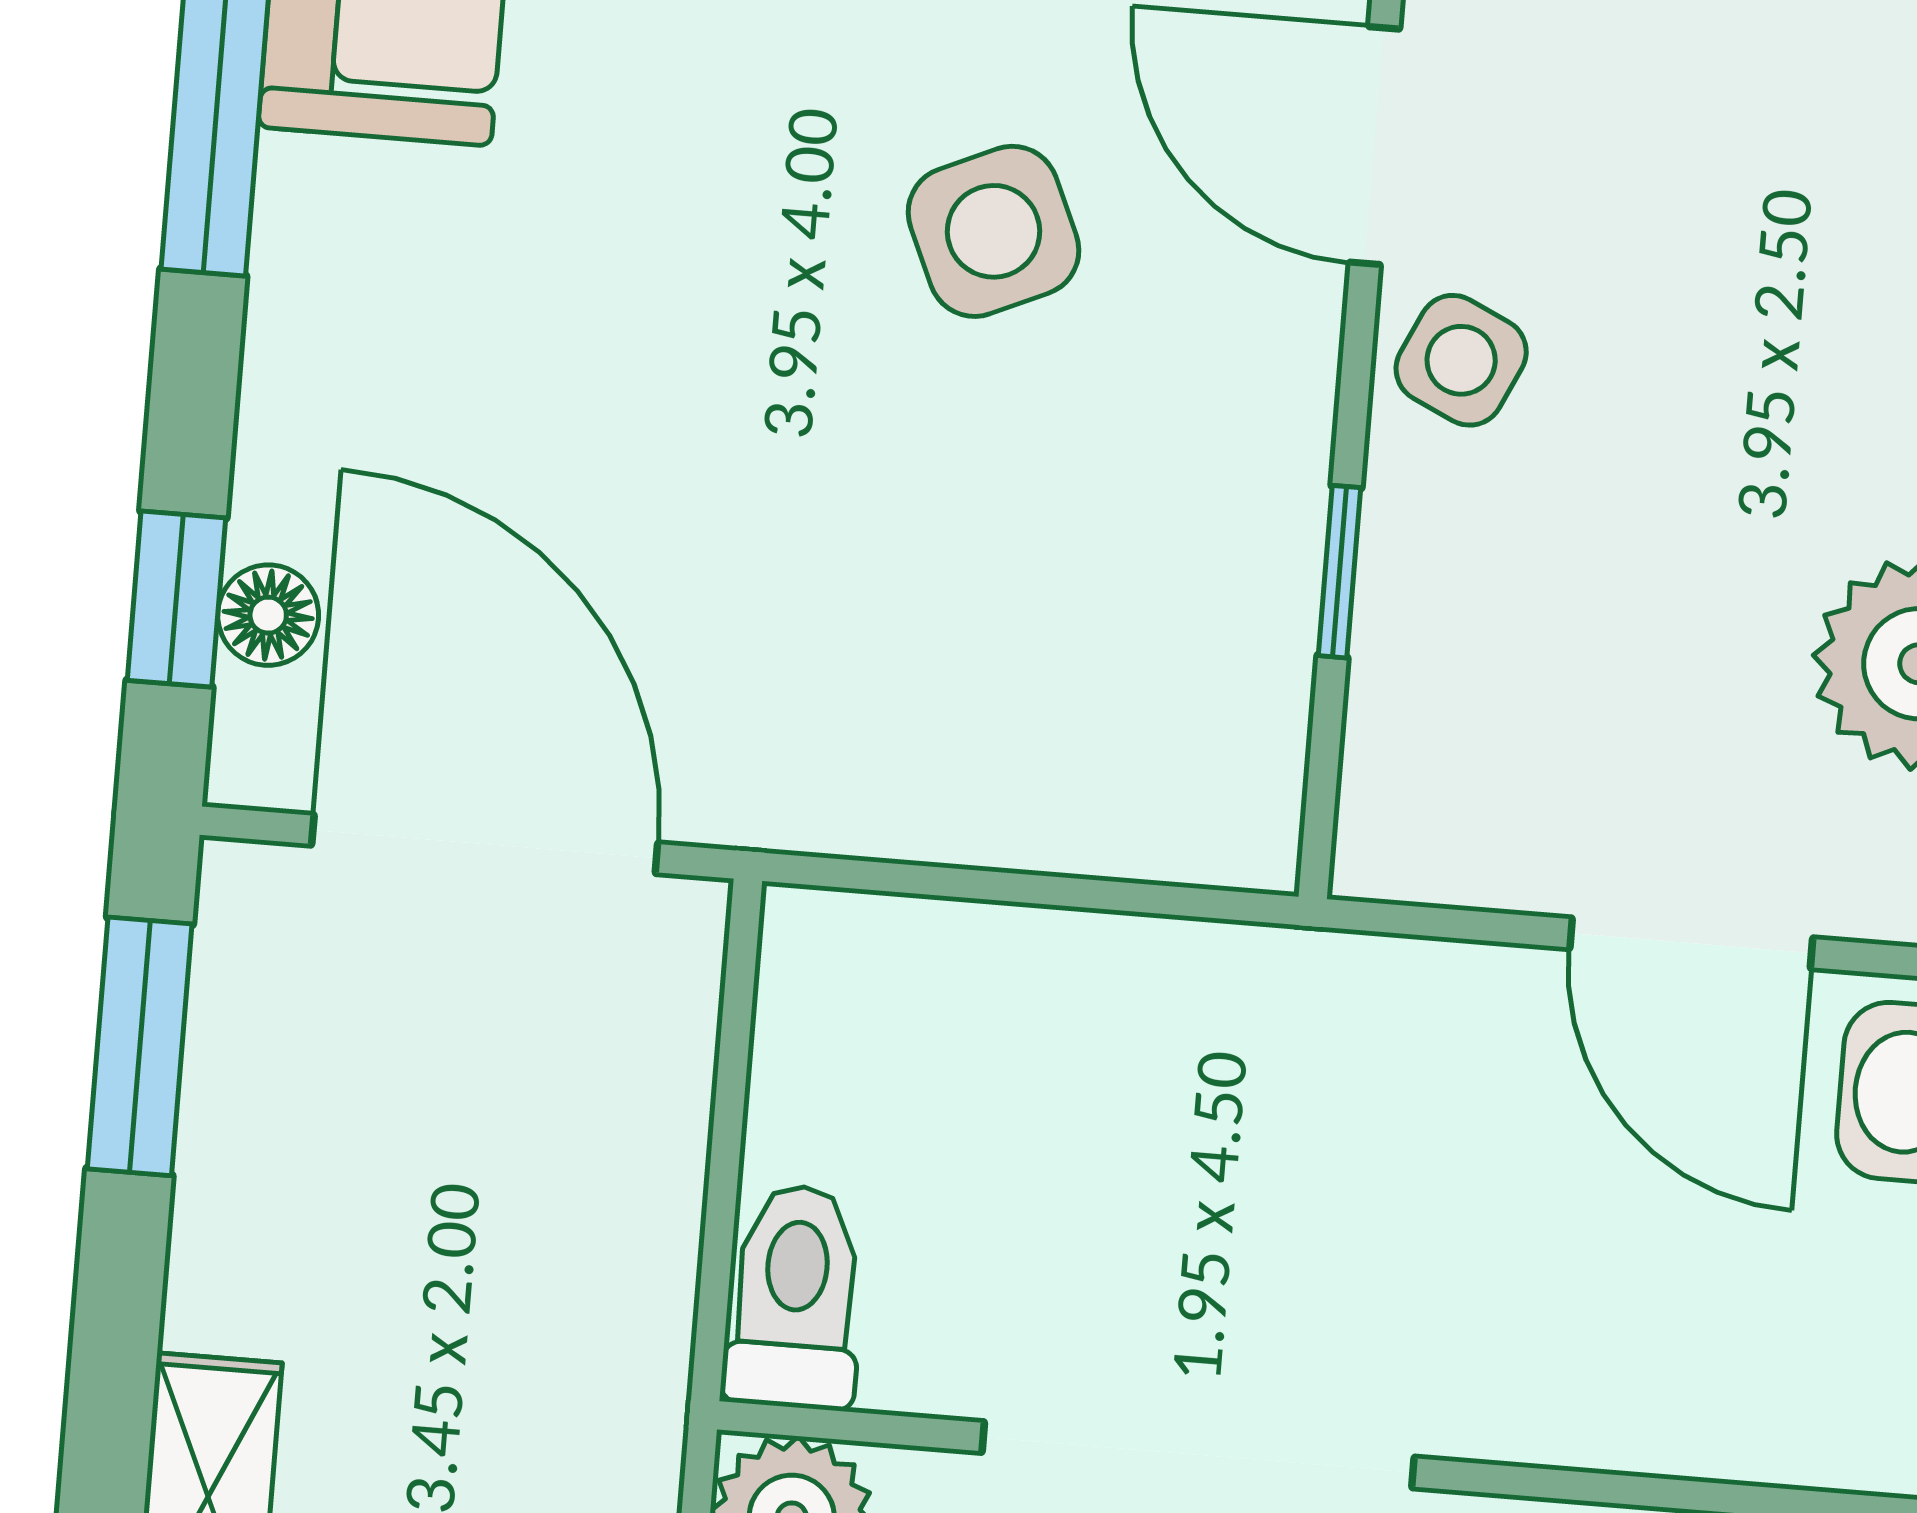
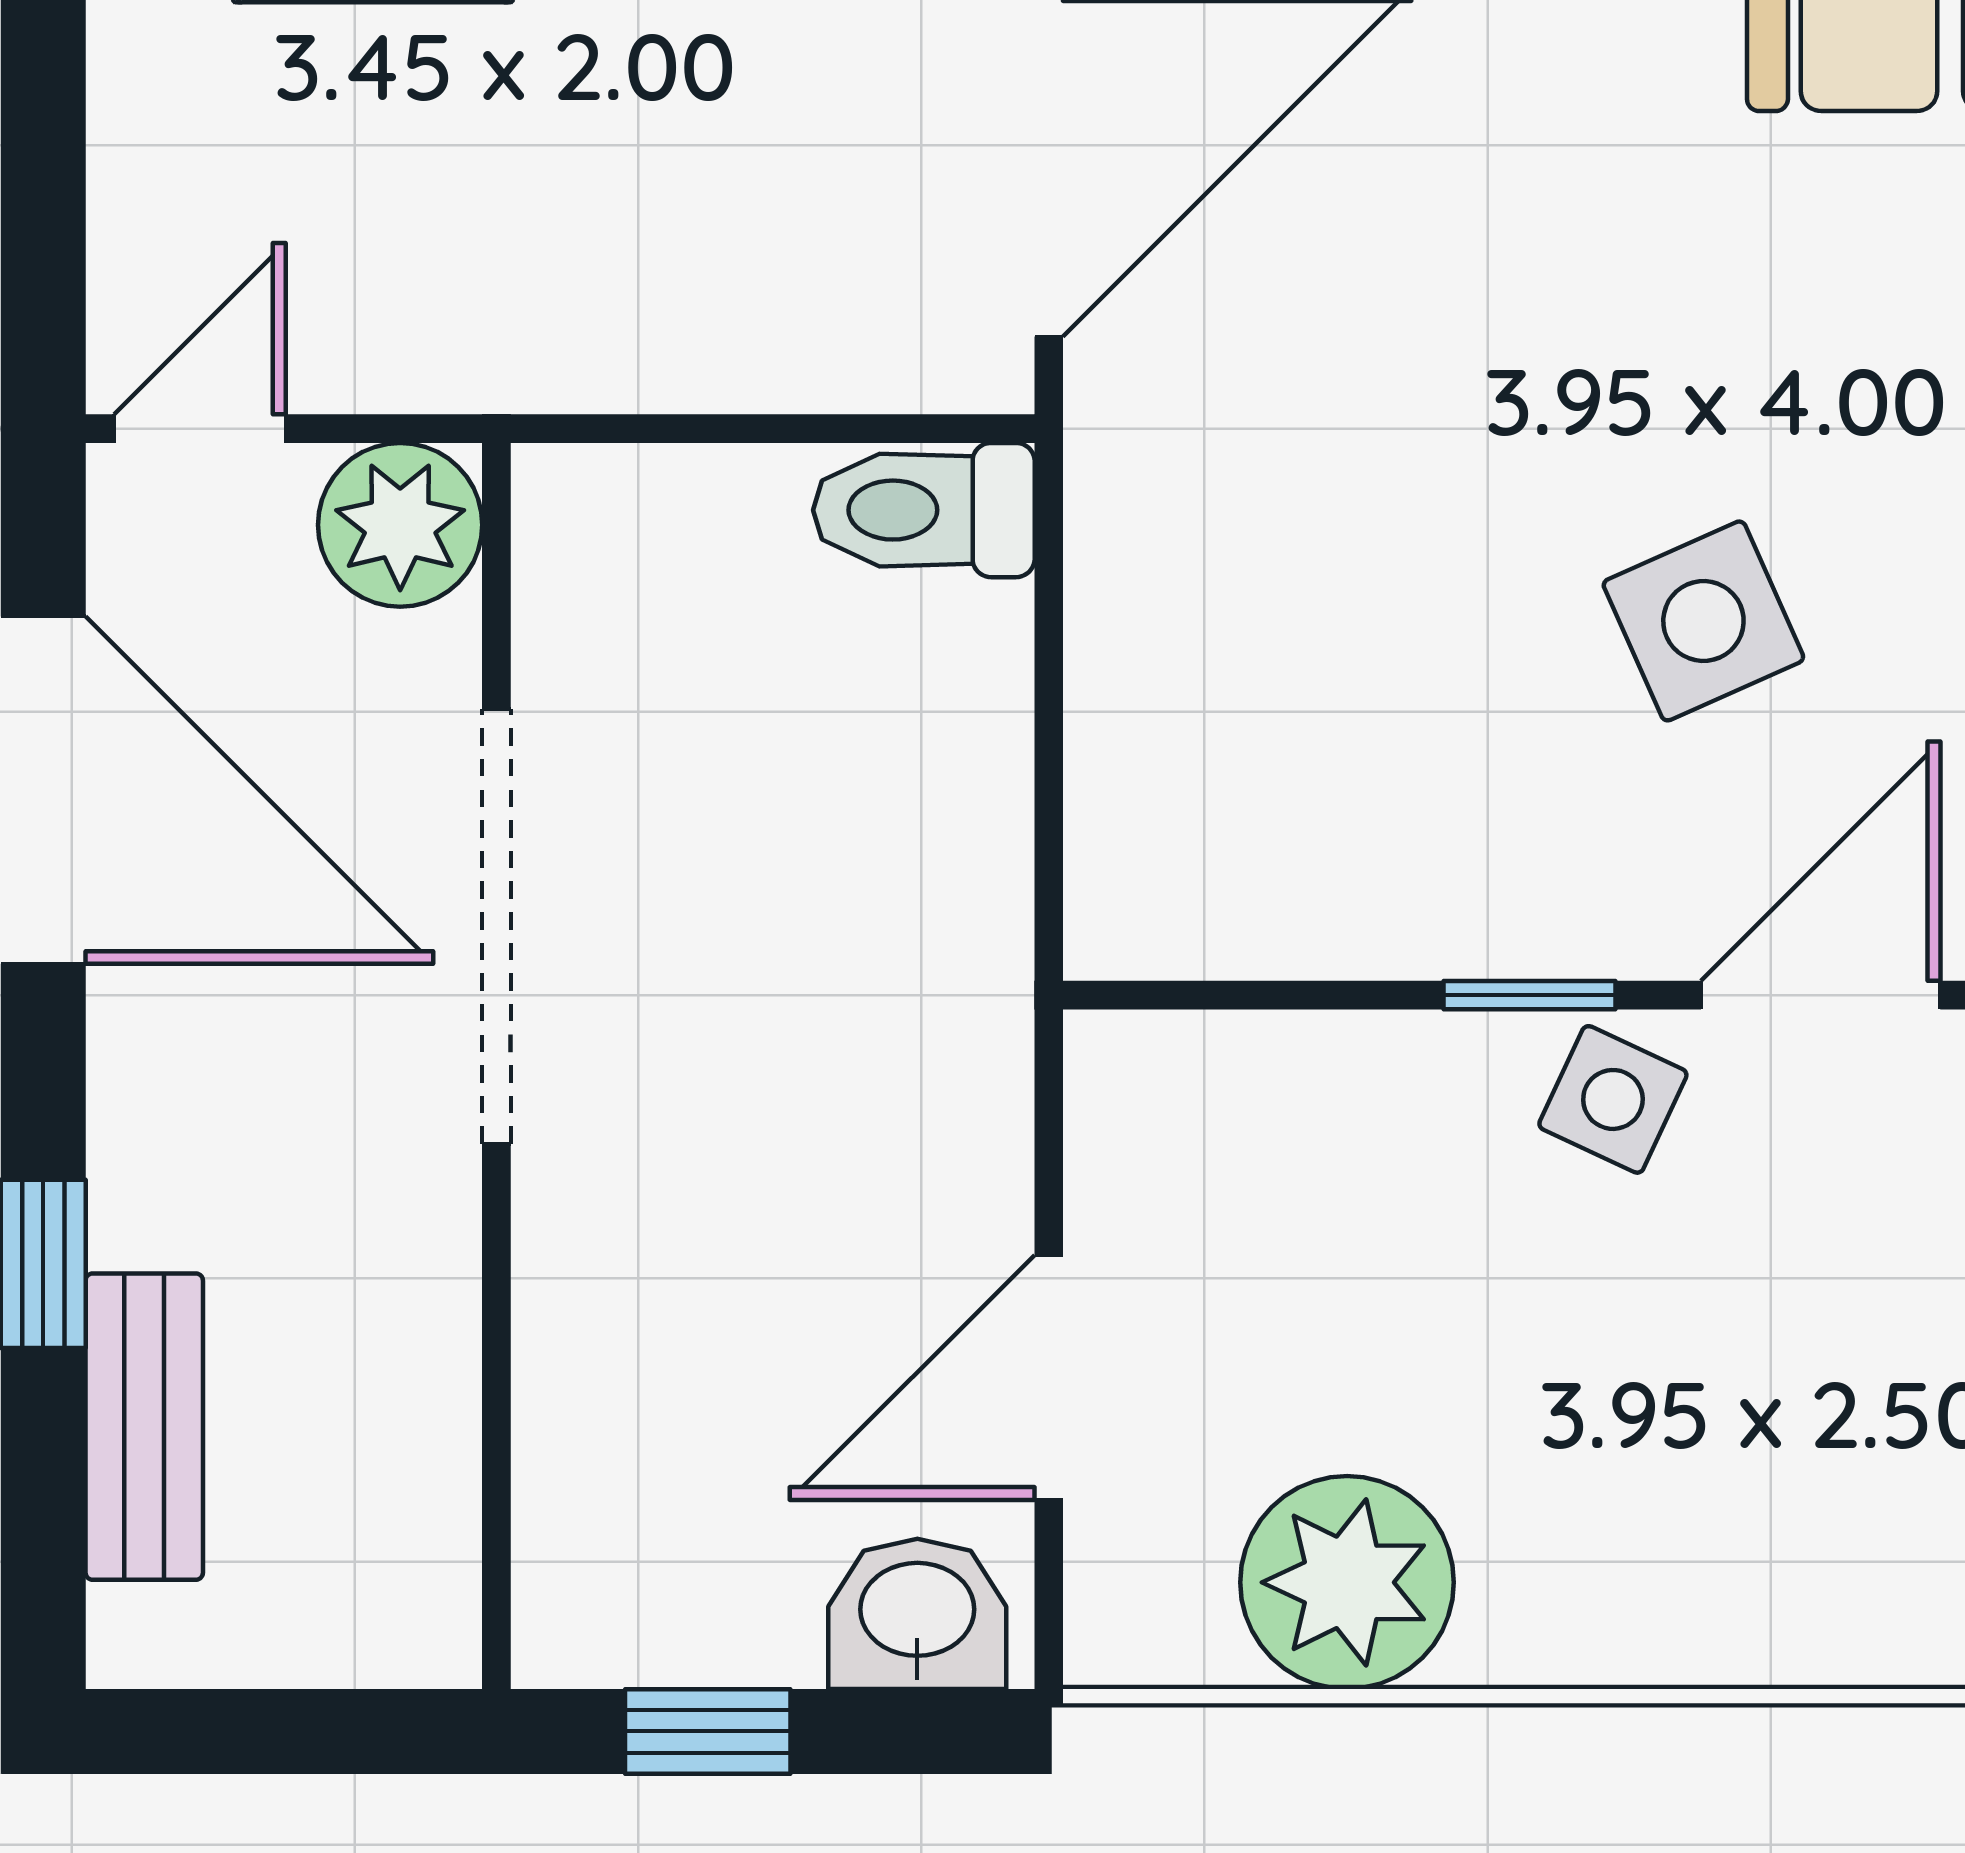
window: (1339, 572) -> (1529, 995), moved
toilet: (795, 1297) -> (924, 510), moved, turned 180

